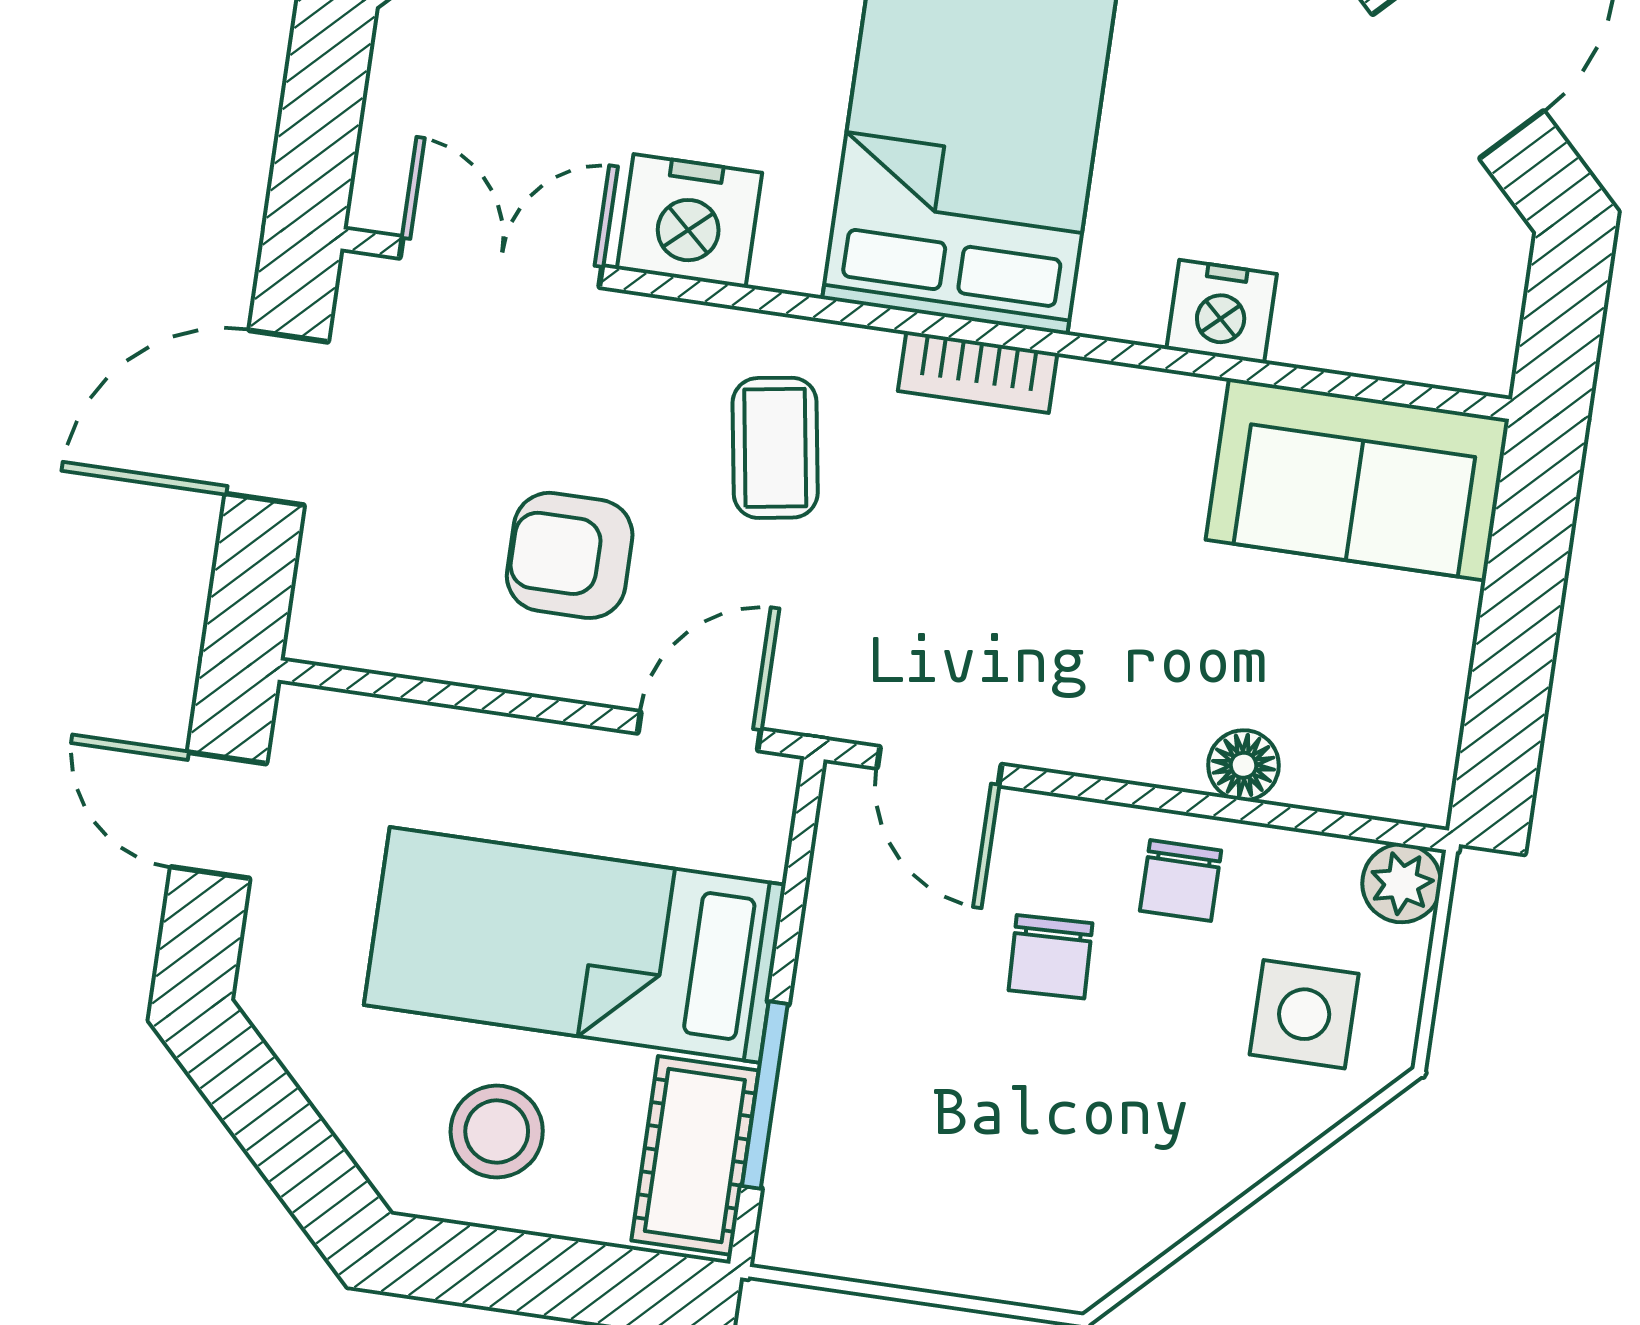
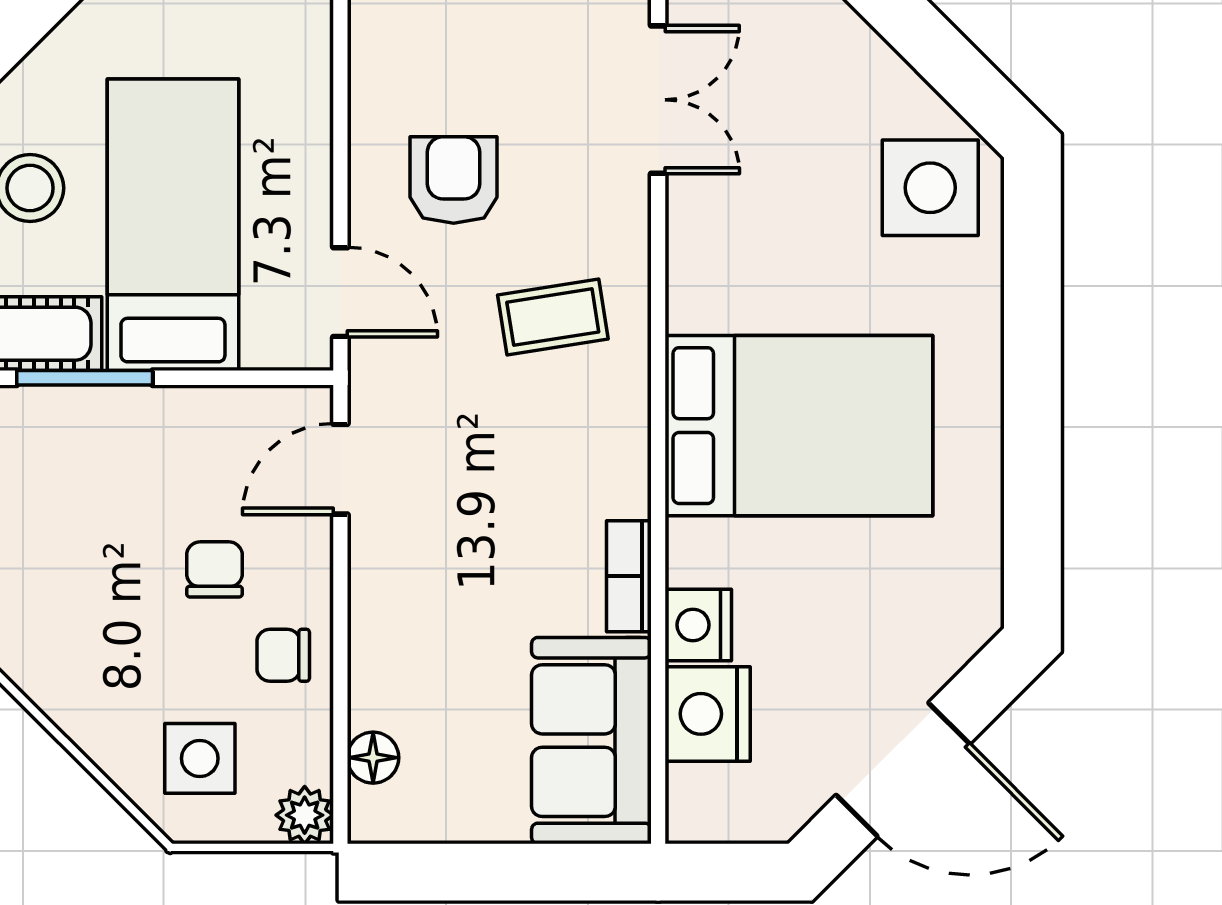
nightstand: (689, 221) -> (708, 714), moved
bookcase: (978, 372) -> (629, 576), moved
floor lamp: (1243, 765) -> (373, 758), moved
chair: (1051, 957) -> (214, 569), turned 92

